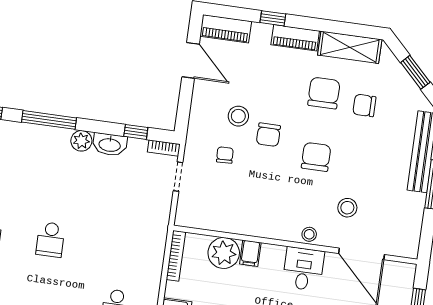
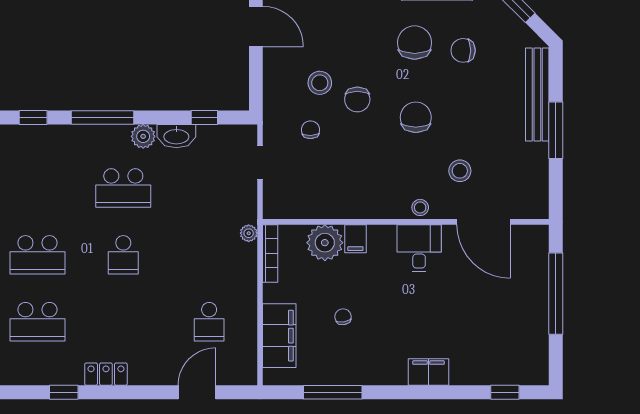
bookcase: (164, 148) -> (239, 132), removed
school desk: (58, 183) -> (123, 188), added
plant: (160, 236) -> (249, 233), added

